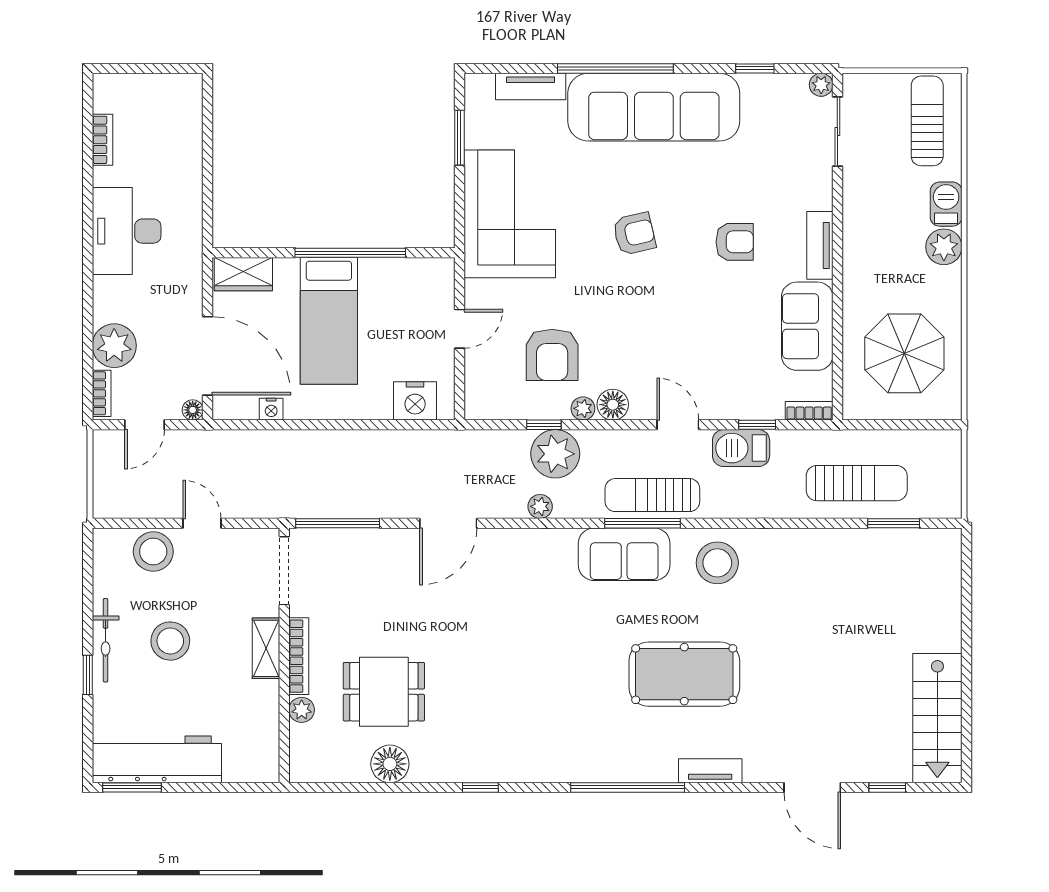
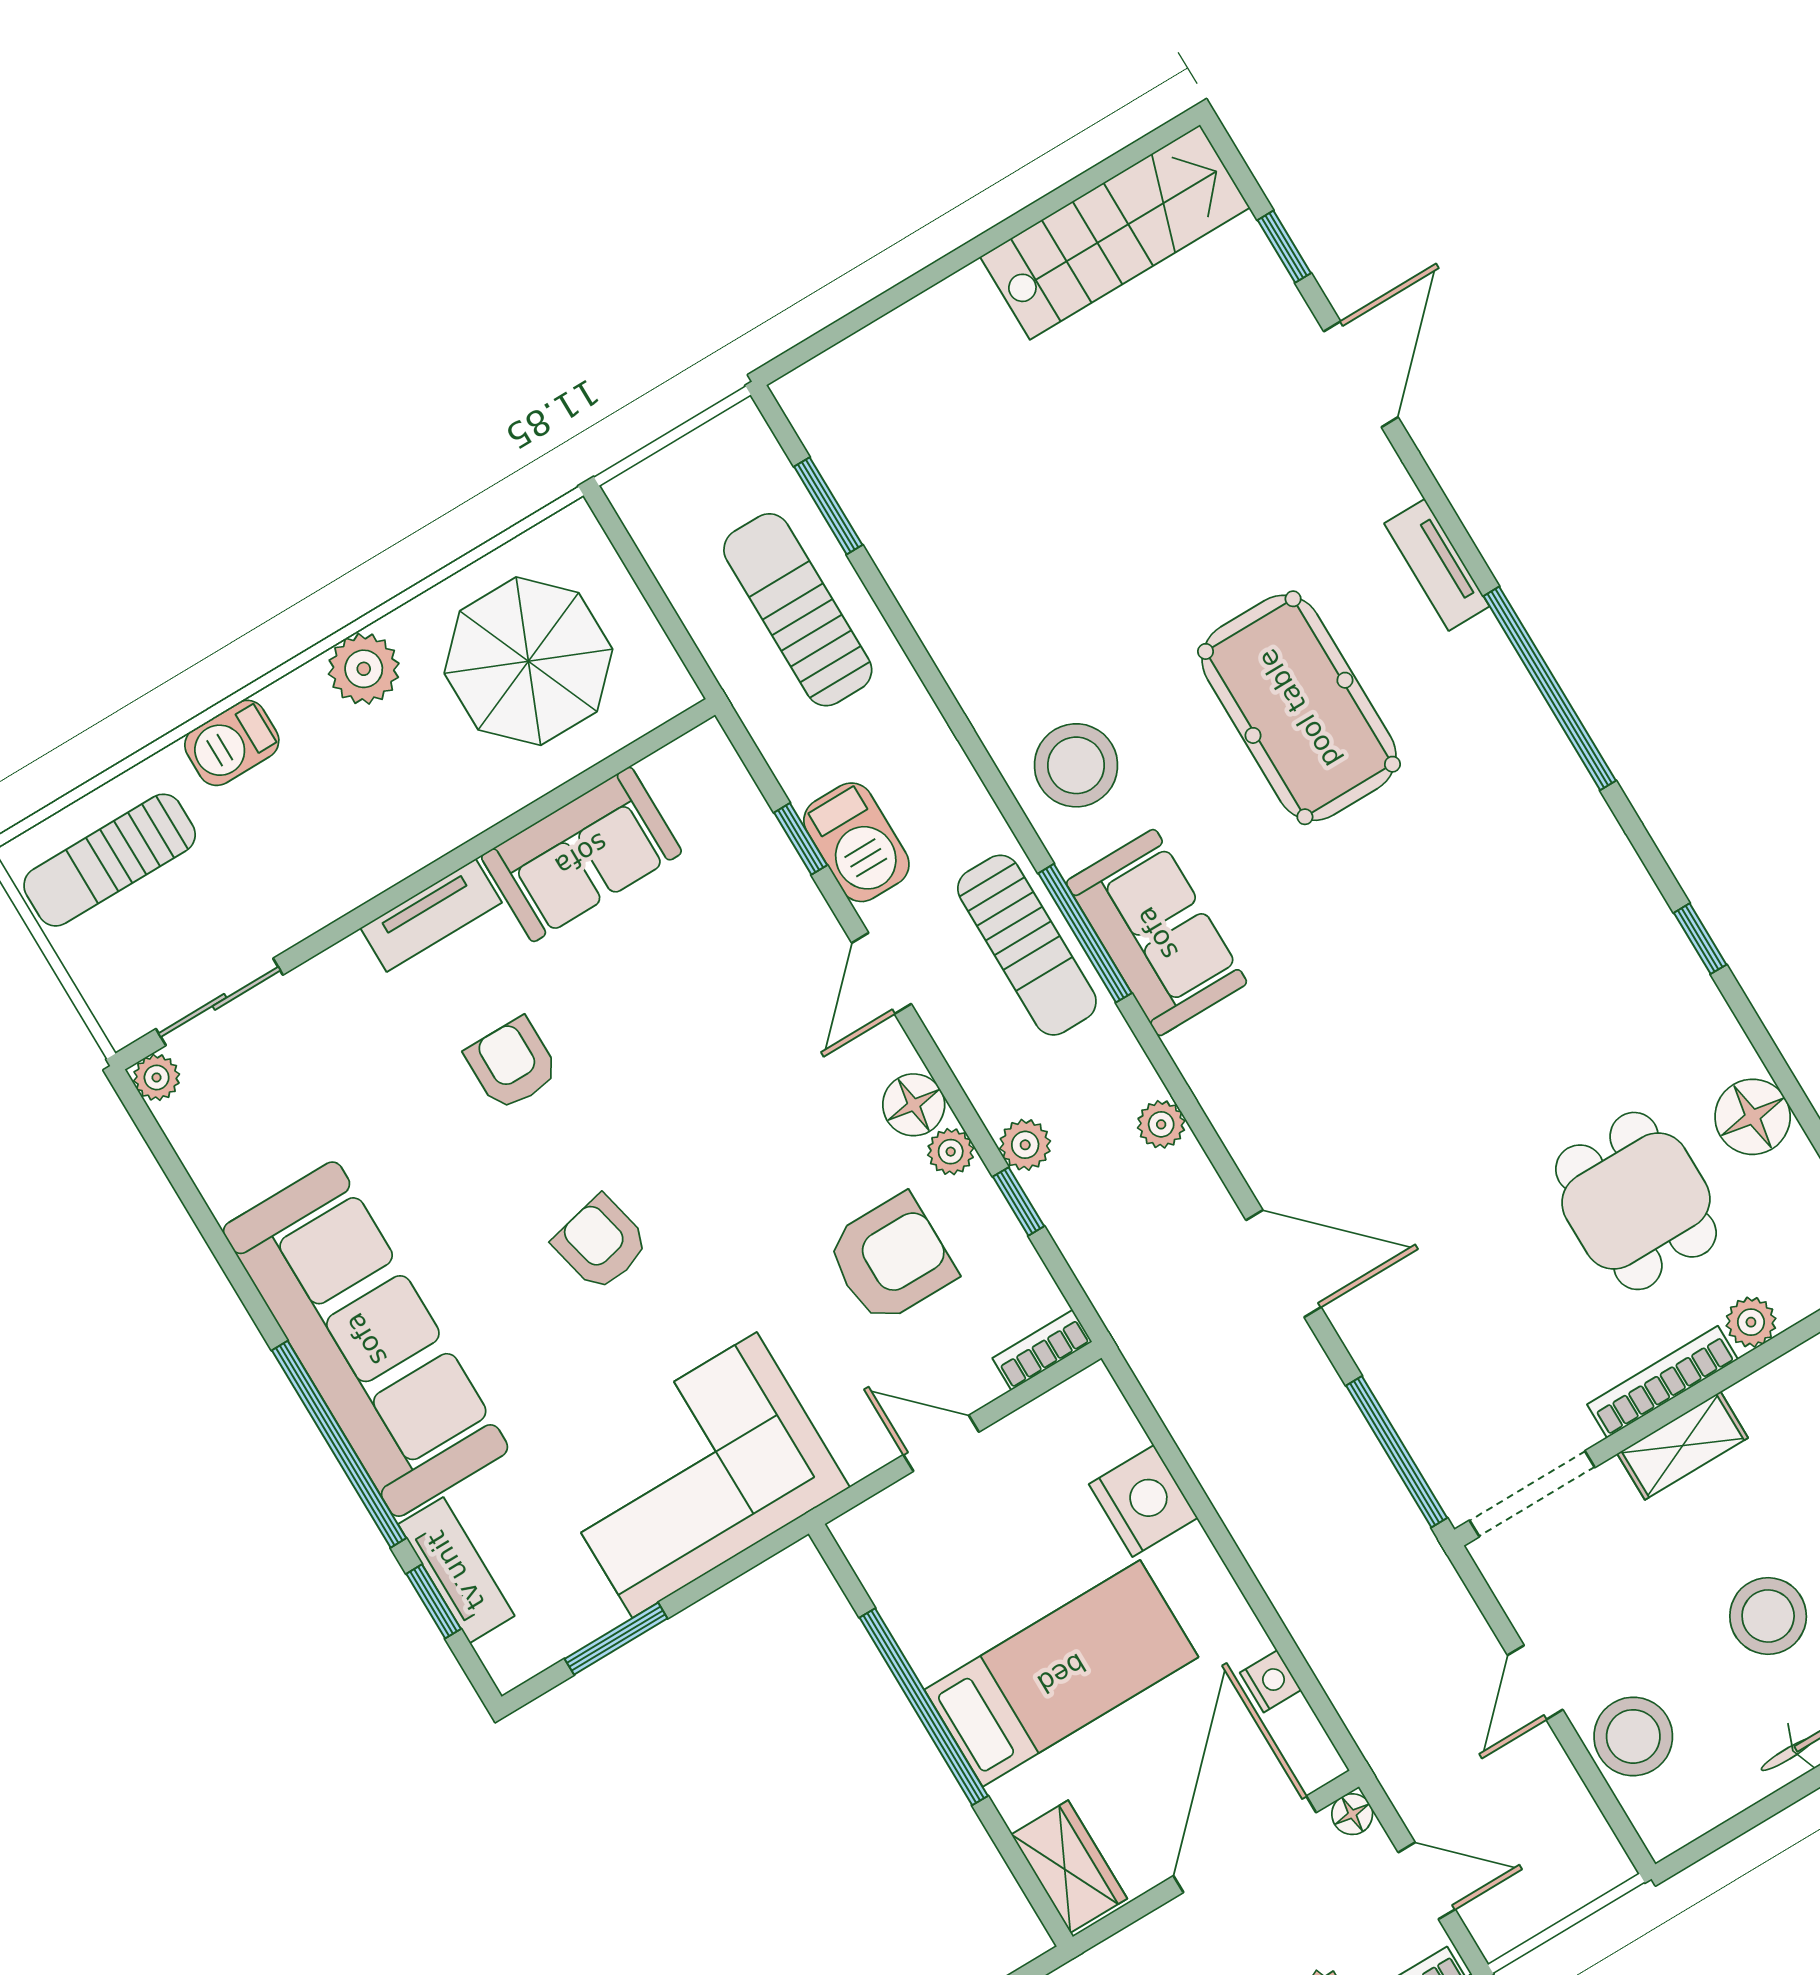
window: (755, 68) -> (434, 1601), moved
plant: (944, 247) -> (364, 669), moved
nightstand: (415, 401) -> (1143, 1501), moved
bookcase: (809, 411) -> (1042, 1350), moved, turned 90
plant: (555, 454) -> (1025, 1145), width x0.53, depth x0.53

